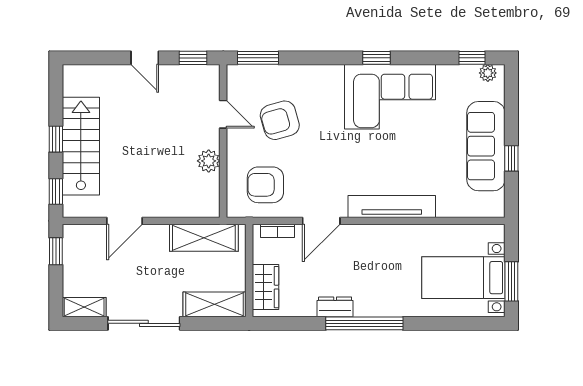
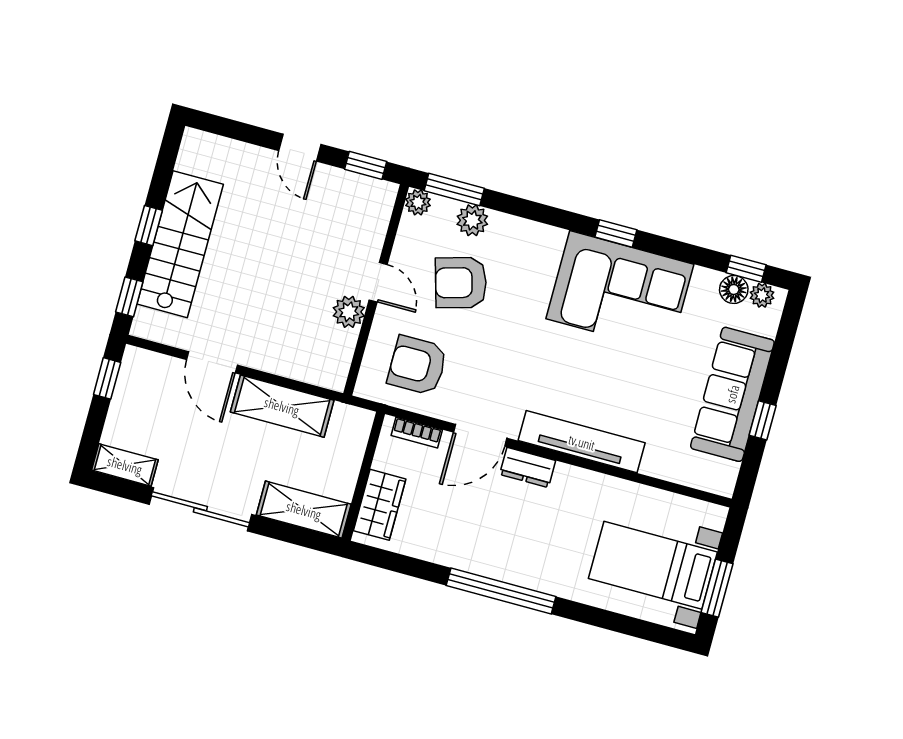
plant: (236, 73) -> (418, 202), added
floor lamp: (467, 74) -> (734, 289), added
plant: (276, 76) -> (472, 220), added
door: (223, 114) -> (378, 282), moved
door: (125, 221) -> (212, 362), hinge flipped
shelving: (204, 238) -> (282, 406), moved
dresser: (335, 307) -> (528, 467), moved, turned 180

